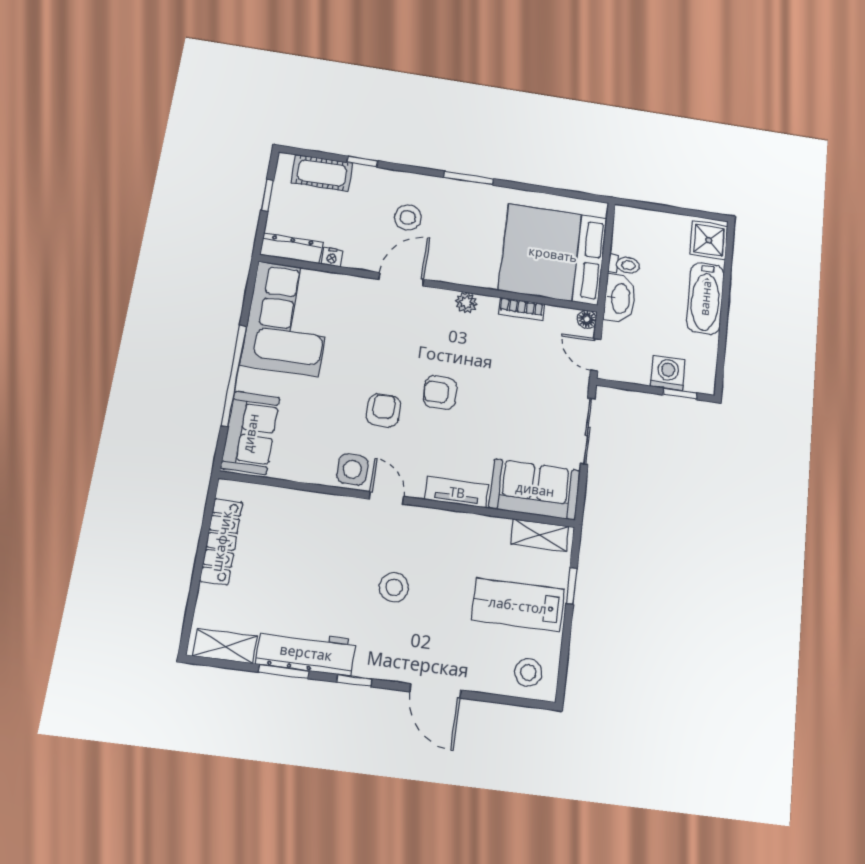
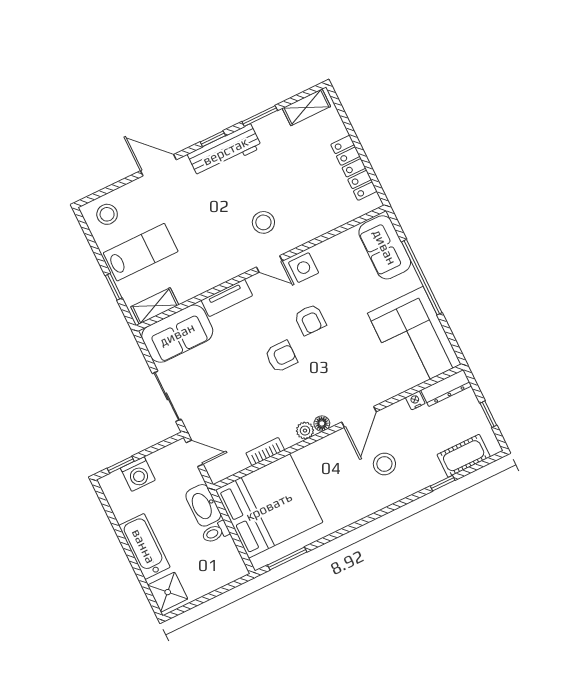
window: (469, 178) -> (287, 558), moved
floor lamp: (587, 319) -> (322, 423), moved
stool: (394, 587) -> (263, 222), moved
workbench: (306, 652) -> (225, 151), moved

